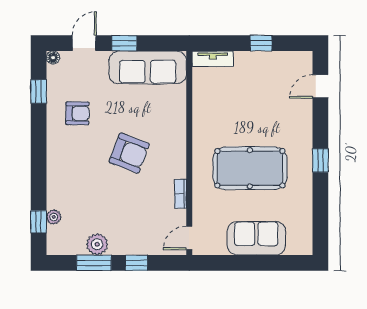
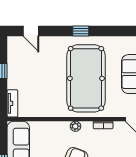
plant: (179, 153) -> (75, 126), added
pool table: (250, 168) -> (86, 78), width x1.36, depth x1.32

